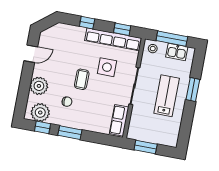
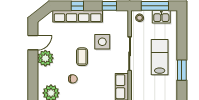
row of seats: (113, 39) -> (78, 16), moved
plant: (39, 86) -> (45, 58), moved
window: (193, 89) -> (182, 70), moved

